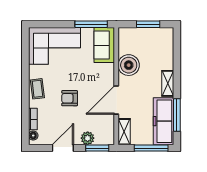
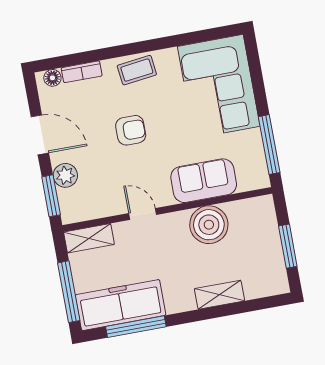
sofa: (104, 45) -> (204, 181), moved
shelving: (168, 83) -> (219, 295), moved
armchair: (70, 98) -> (131, 130), turned 90
door: (116, 100) -> (143, 214), width x0.53

